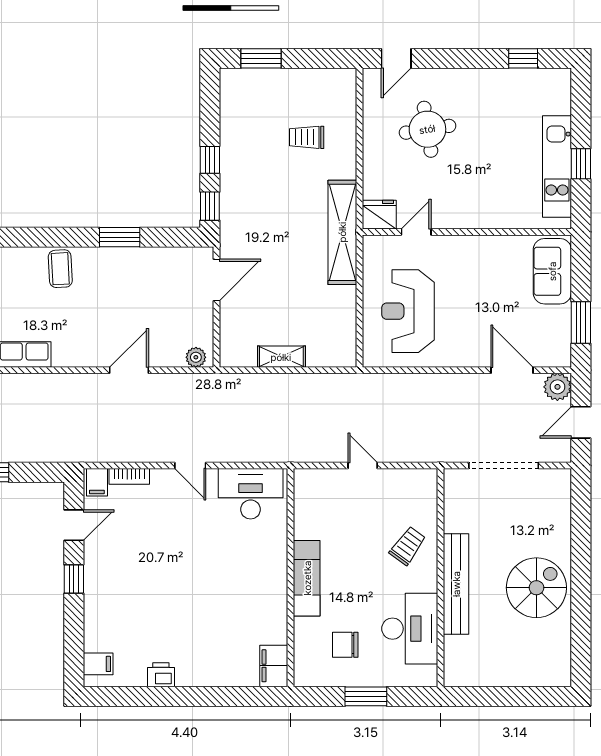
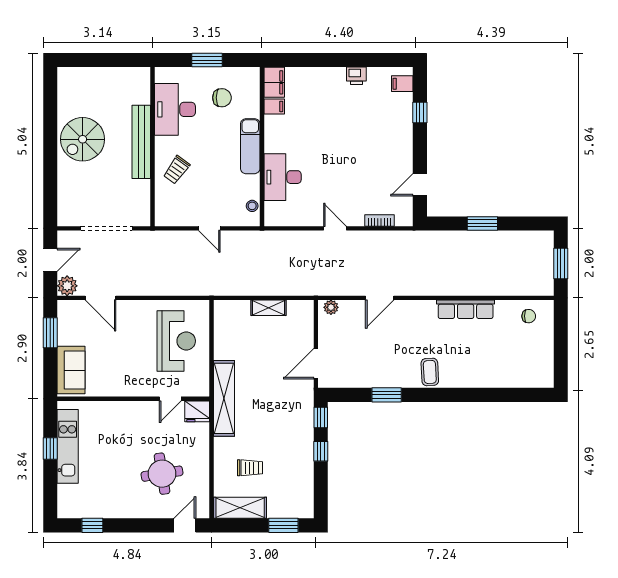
shelving: (320, 82) -> (240, 508), added
filing cabinet: (97, 482) -> (274, 106), moved, turned 90
desk: (251, 494) -> (283, 177), moved, turned 90
stool: (304, 496) -> (252, 206), added
window: (74, 579) -> (420, 112), moved

